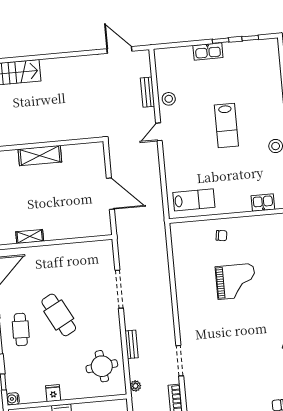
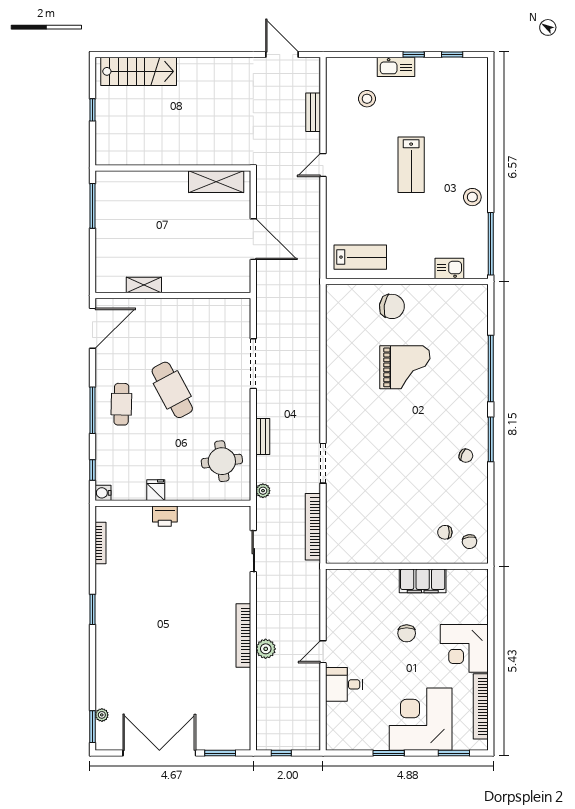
stool: (169, 99) -> (367, 99), moved
shelving: (40, 156) -> (216, 182), moved
chair: (222, 236) -> (392, 306), width x1.87, depth x1.87

